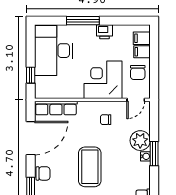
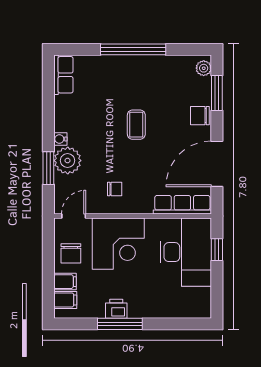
window: (83, 21) -> (120, 324), moved
desk: (54, 51) -> (186, 252), moved
chair: (138, 72) -> (71, 253), turned 180
window: (154, 154) -> (48, 168), moved
coffee table: (90, 167) -> (136, 125), width x0.54, depth x0.58

